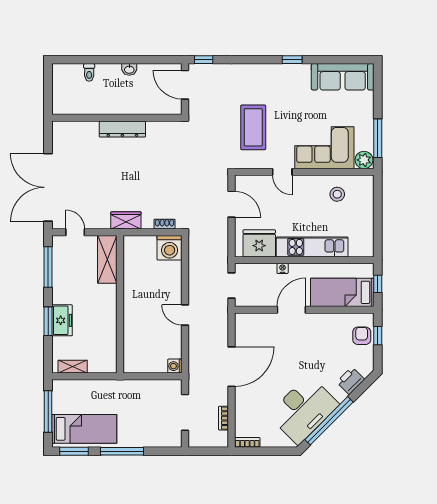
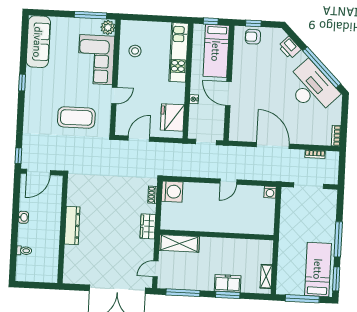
kitchen unit: (312, 247) -> (179, 52), moved

